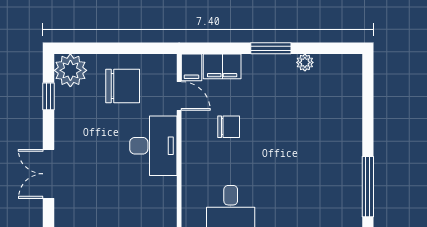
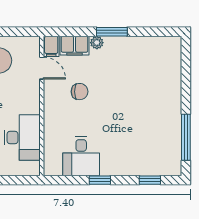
plant: (305, 62) -> (97, 43), moved
desk: (153, 146) -> (22, 138), moved

